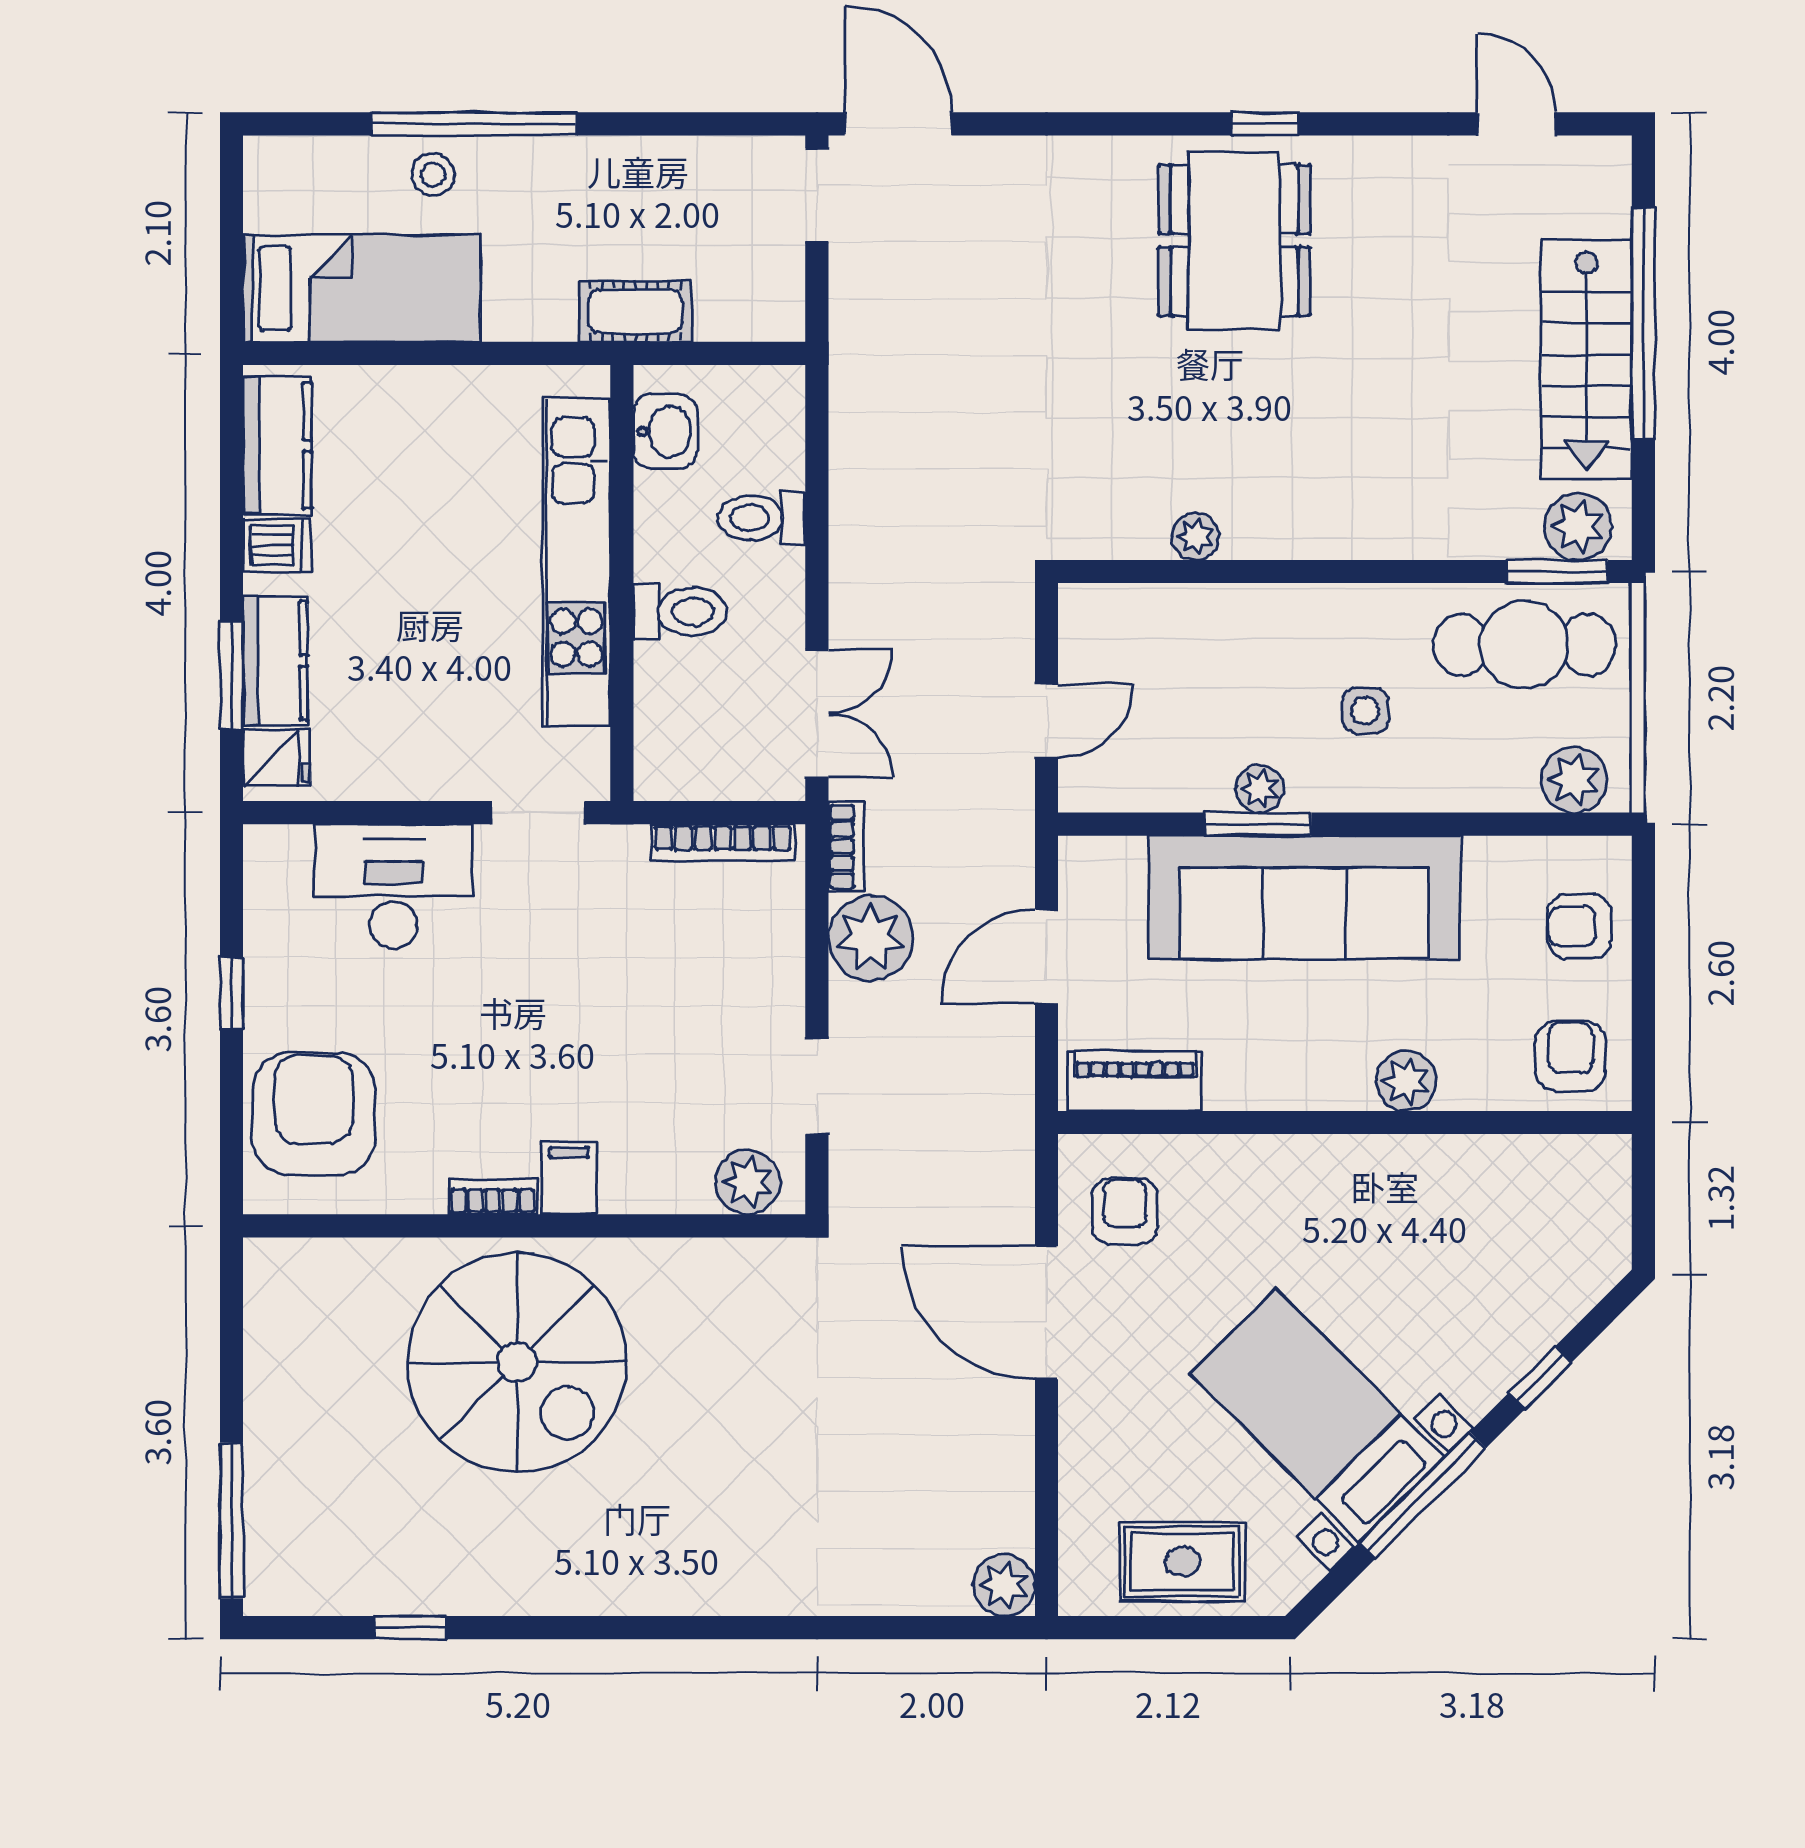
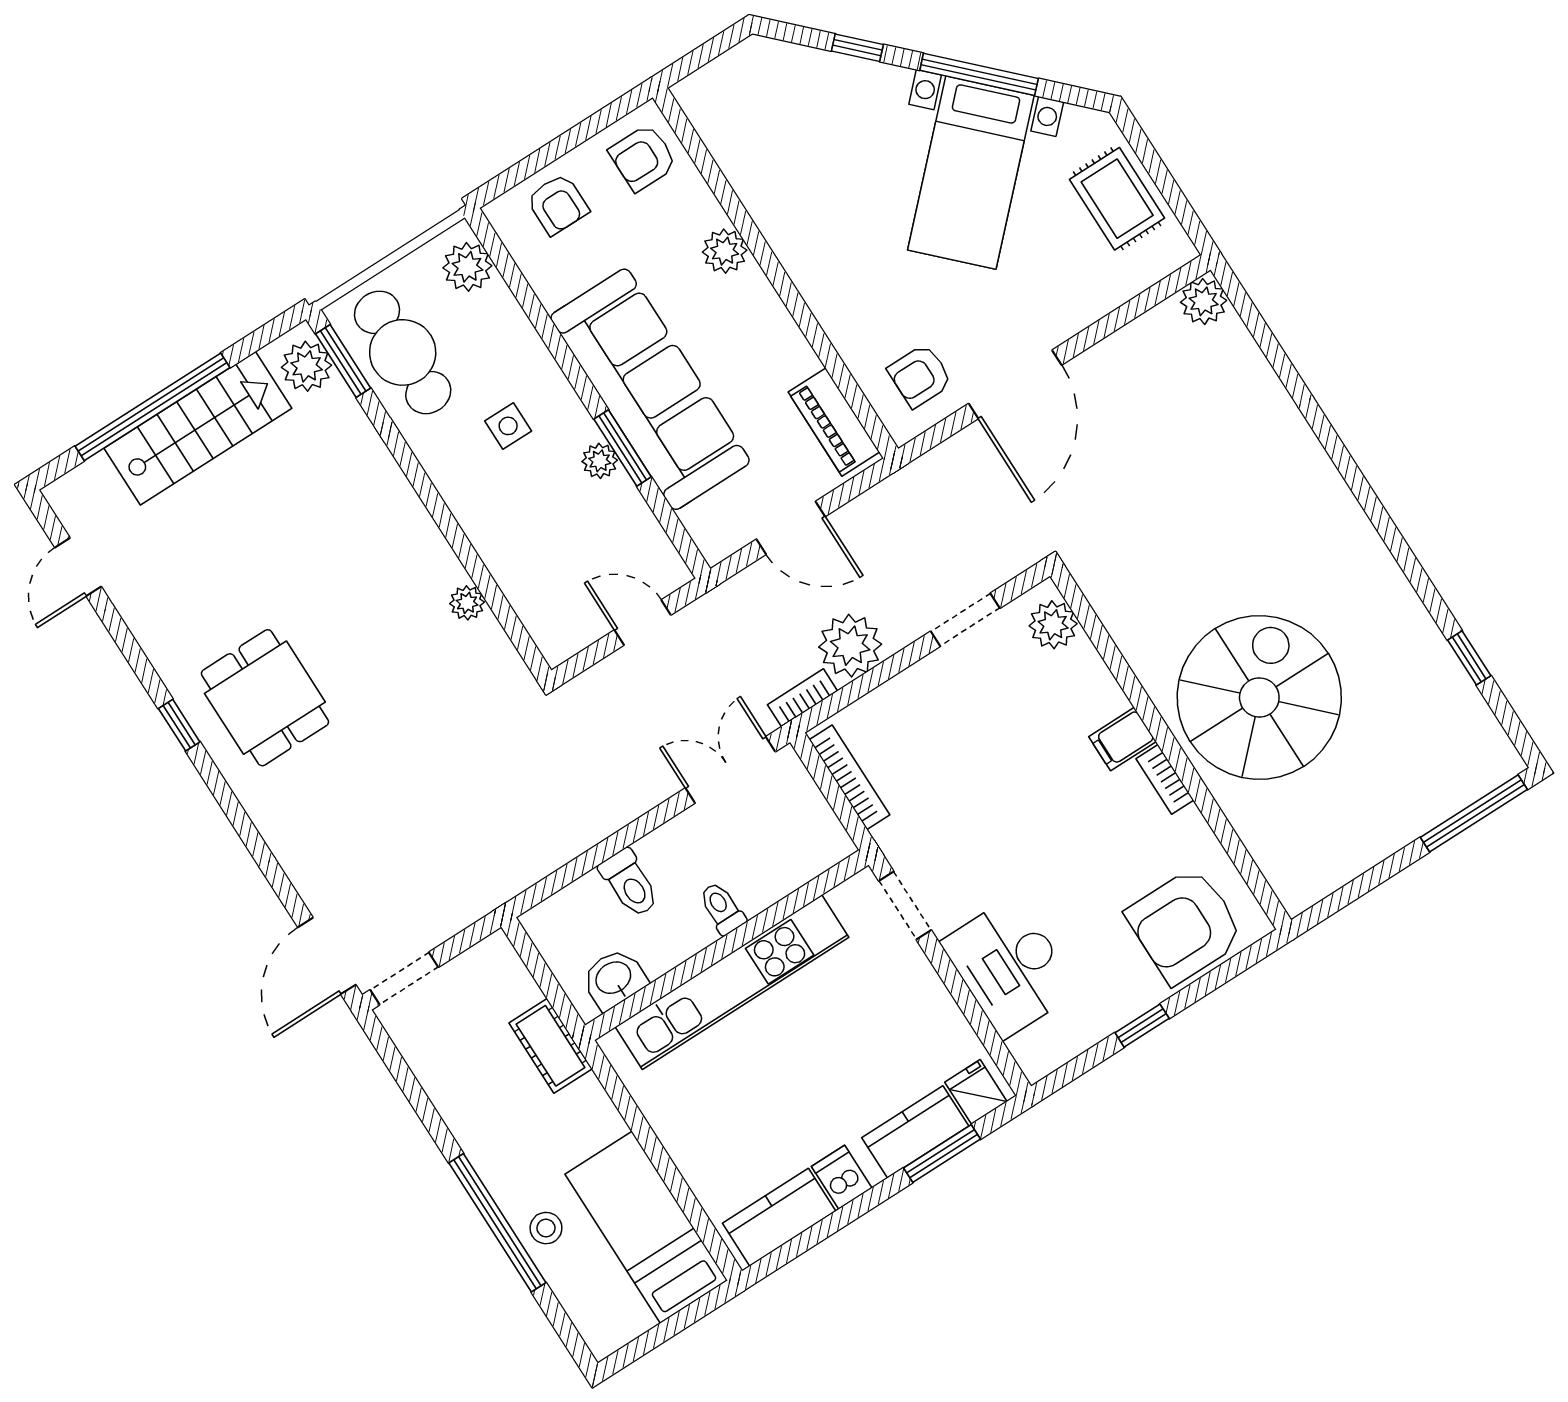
dining table: (1234, 240) -> (265, 698), width x0.73
toilet: (680, 612) -> (722, 908), width x0.73, depth x0.72

